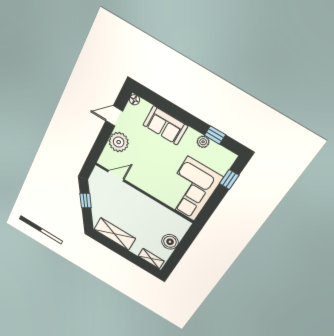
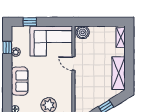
door: (116, 176) -> (73, 64), moved
boiler: (170, 242) -> (83, 32), moved

